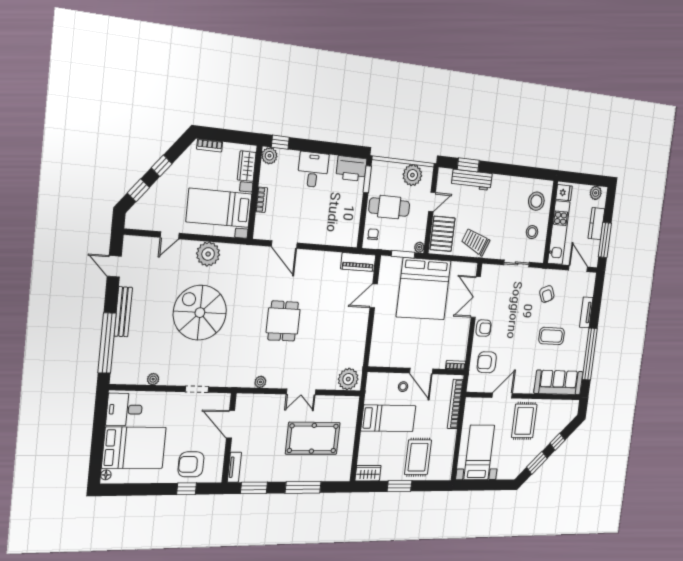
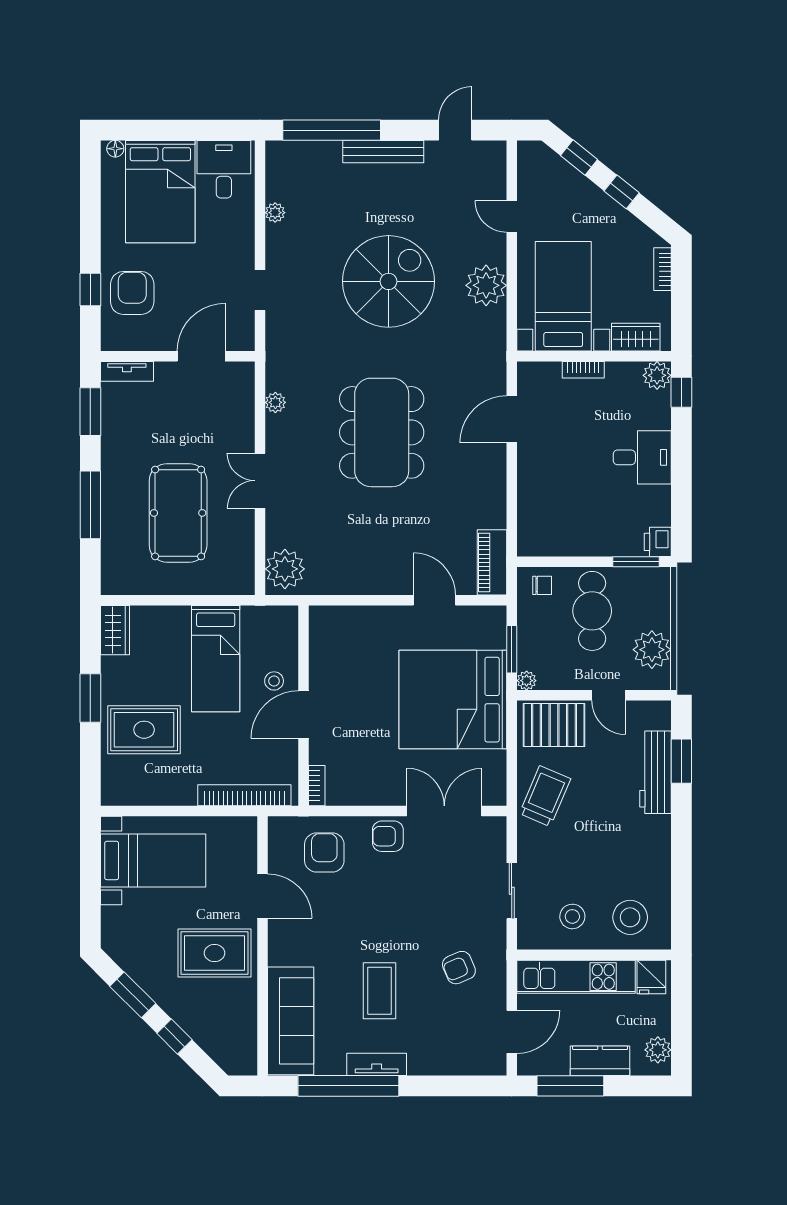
printer: (351, 169) -> (658, 542), width x0.53, depth x0.68
tv unit: (586, 312) -> (377, 1064), moved
dining table: (283, 321) -> (382, 432), width x1.88, depth x1.24
armchair: (484, 328) -> (388, 836), turned 90

